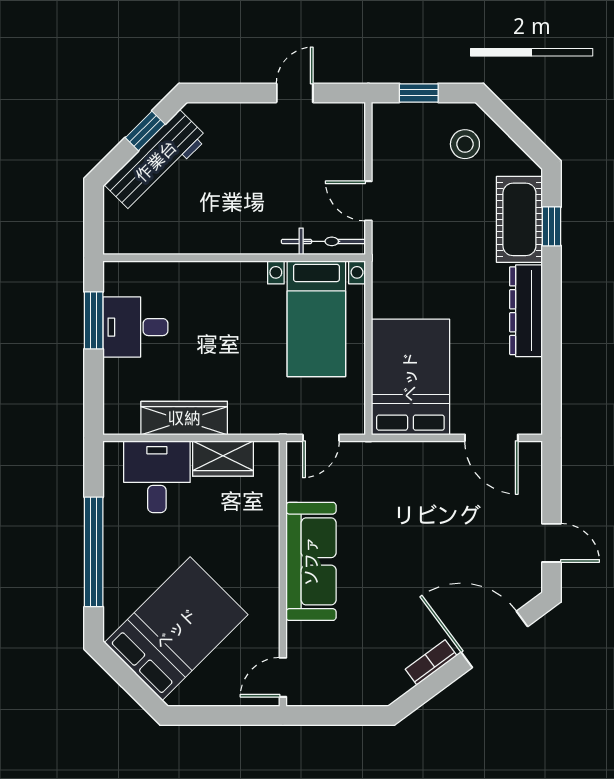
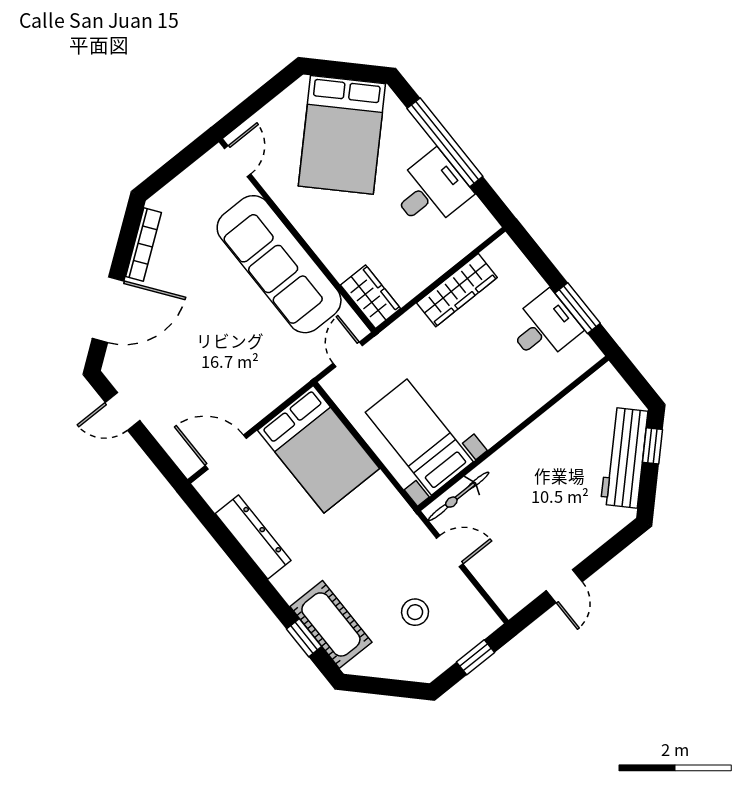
window: (145, 131) -> (653, 446), moved
stool: (465, 144) -> (415, 612), moved
dresser: (526, 311) -> (253, 537), moved
wardrobe: (223, 459) -> (371, 297), moved, turned 90
desk: (157, 477) -> (431, 191), moved, turned -90
sofa: (311, 561) -> (279, 264), width x1.36, depth x1.27
bookcase: (431, 662) -> (143, 244), width x1.56

